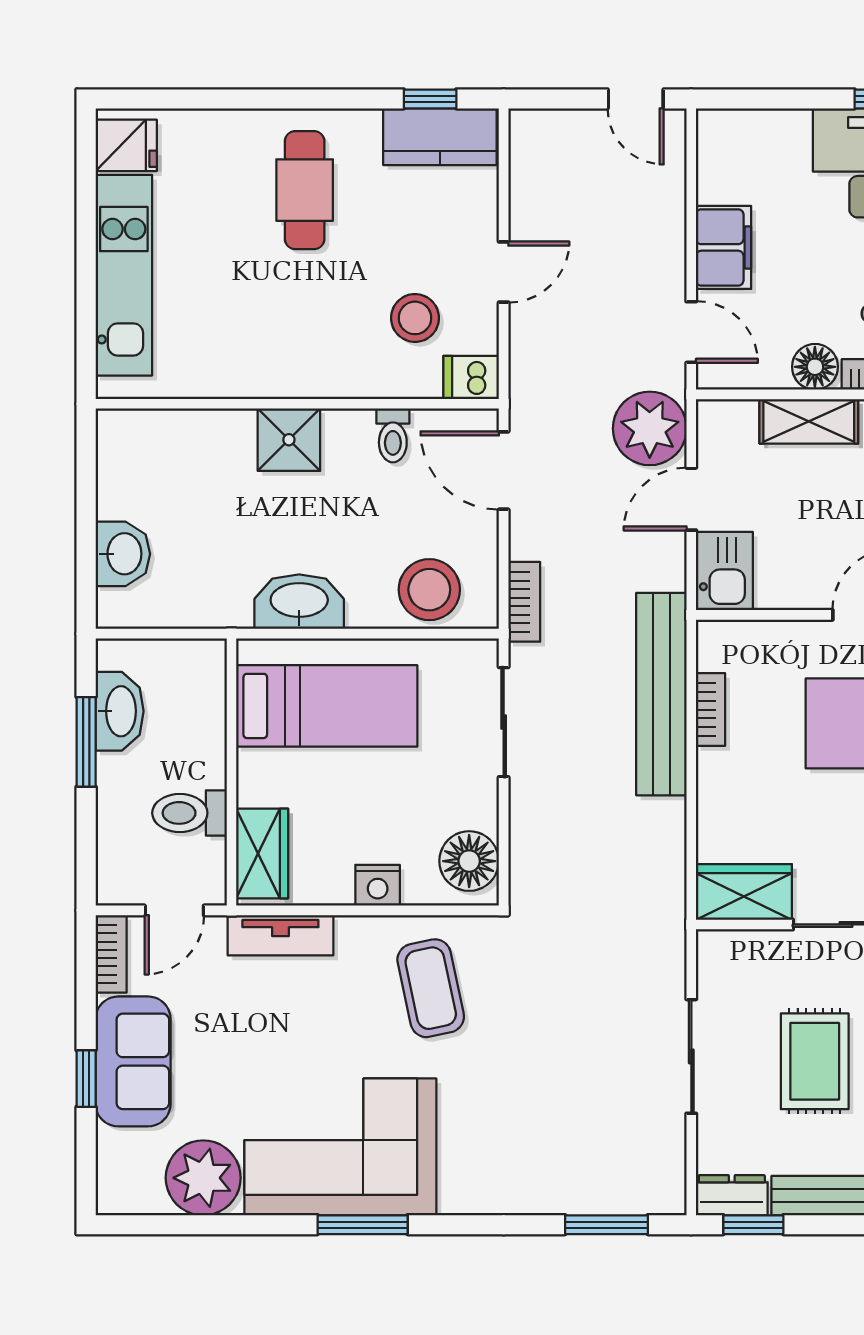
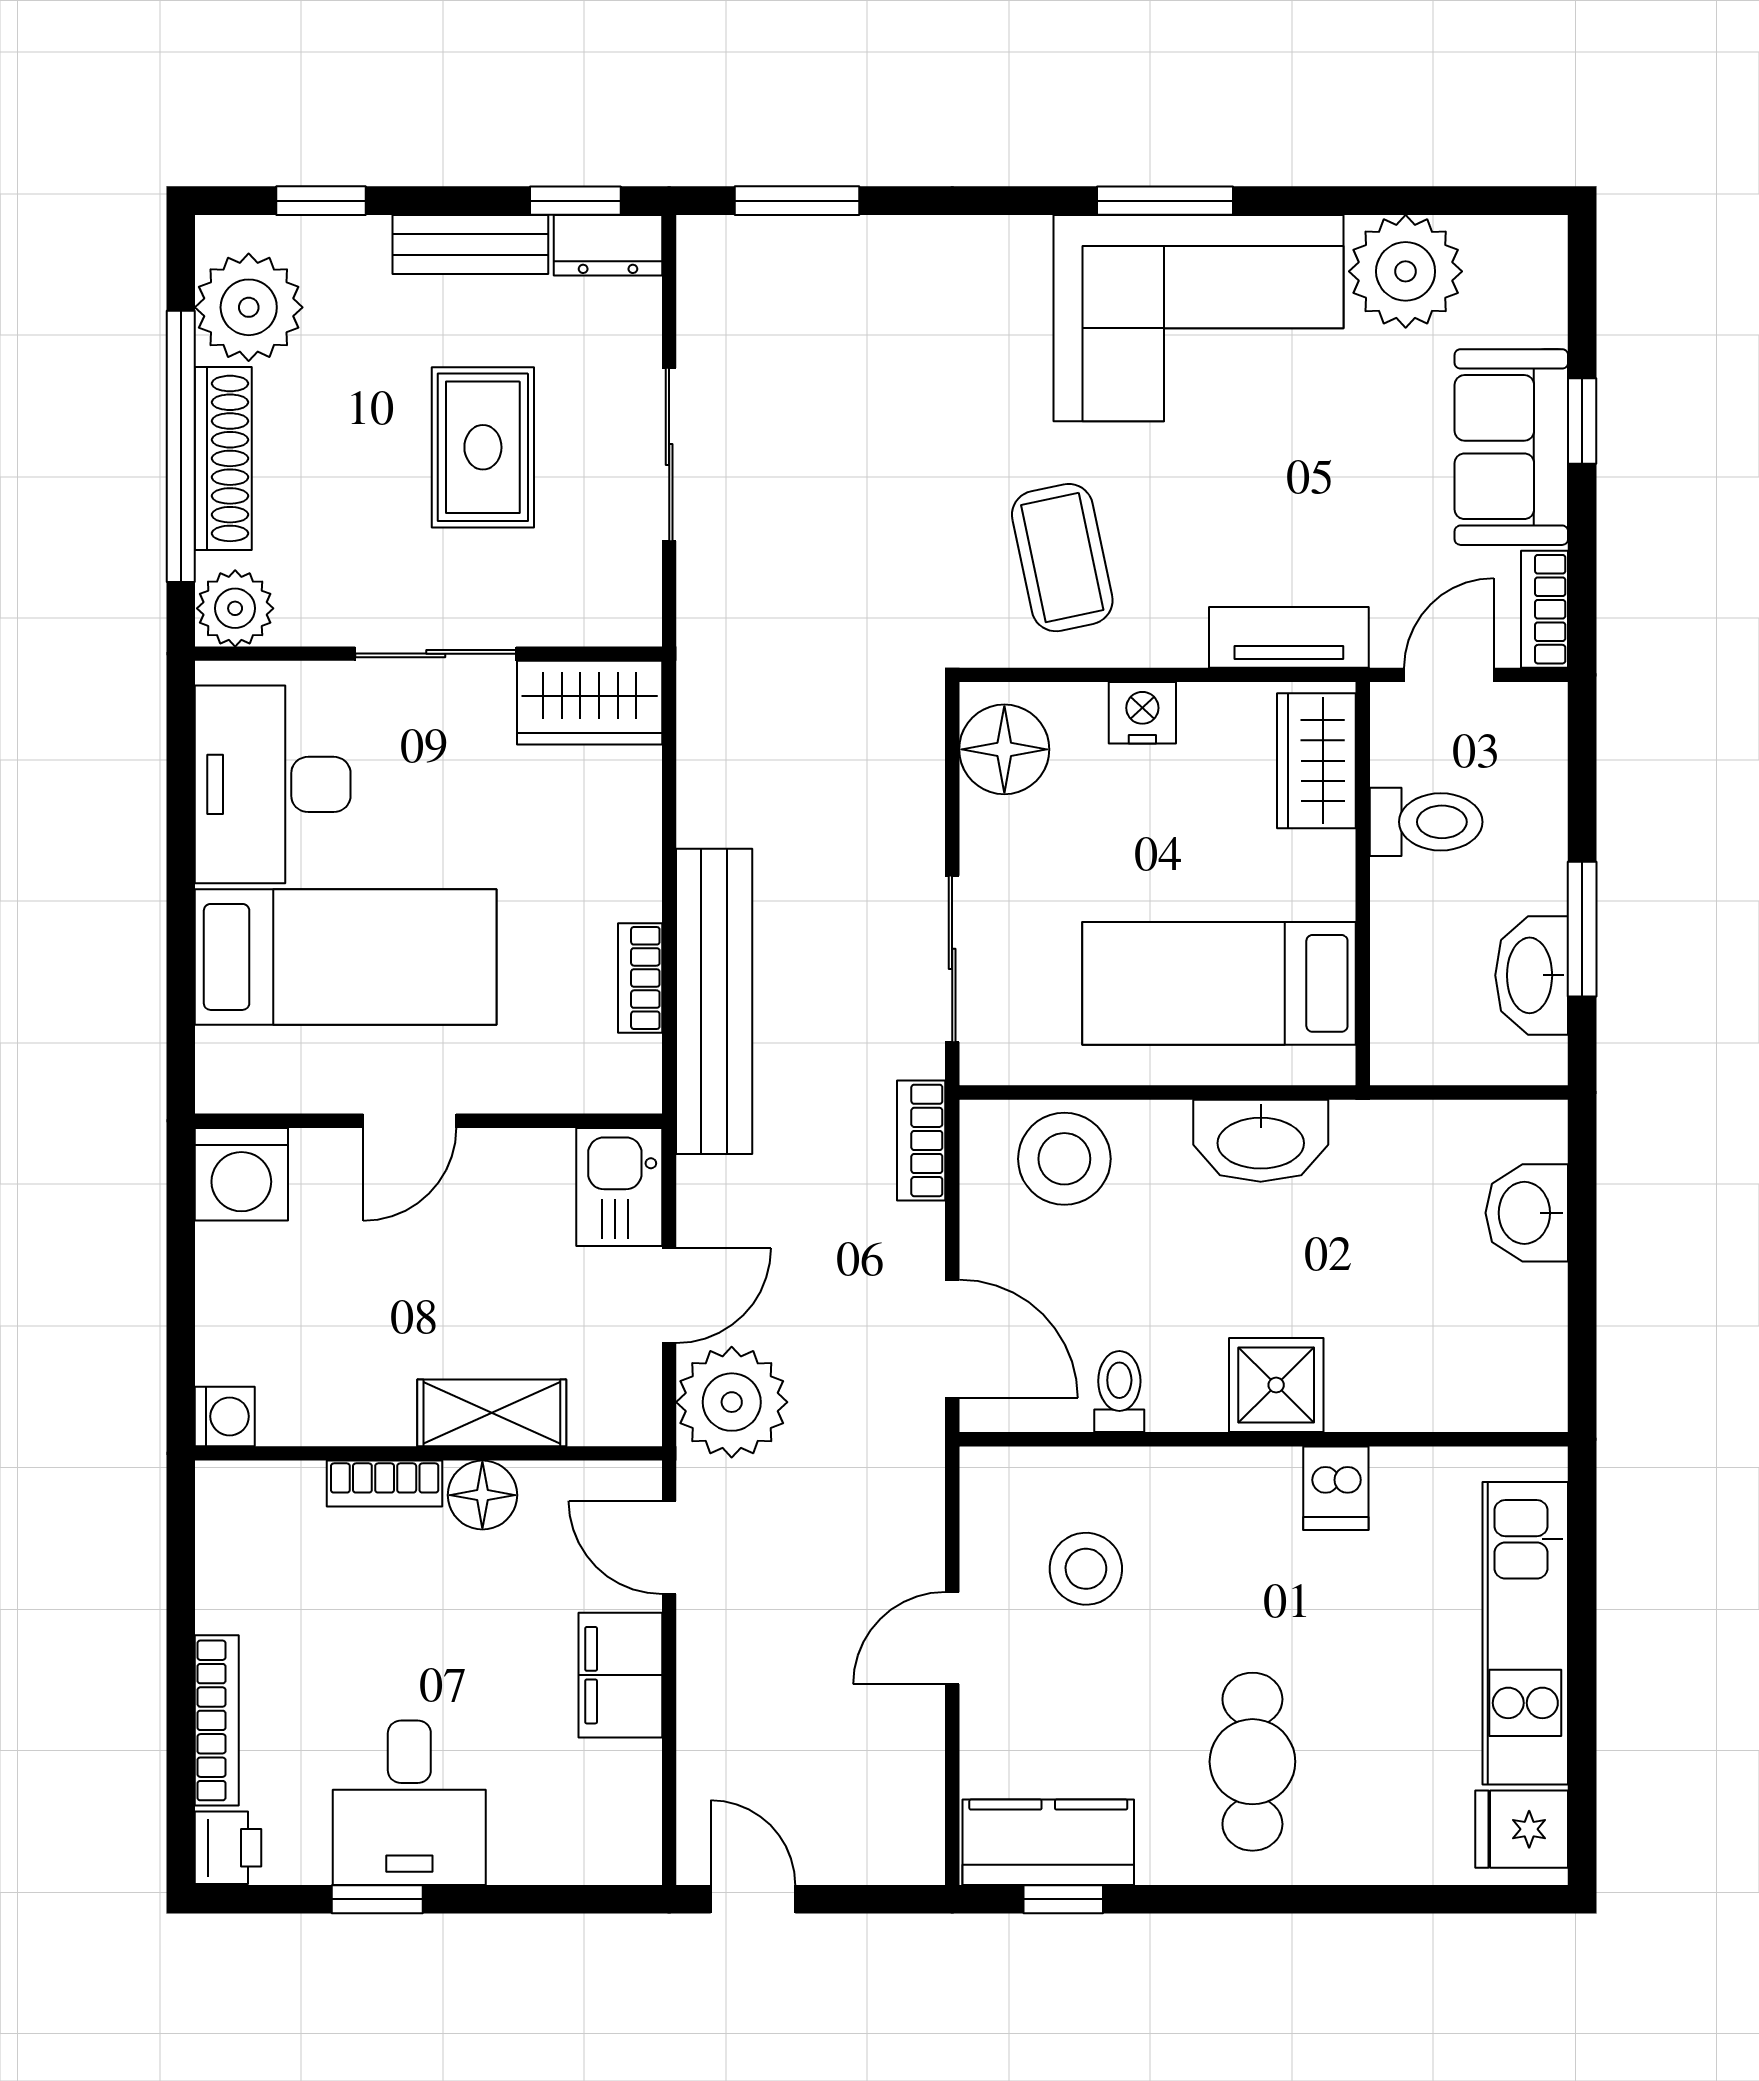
dishwasher: (471, 378) -> (1336, 1488), moved, turned 90

